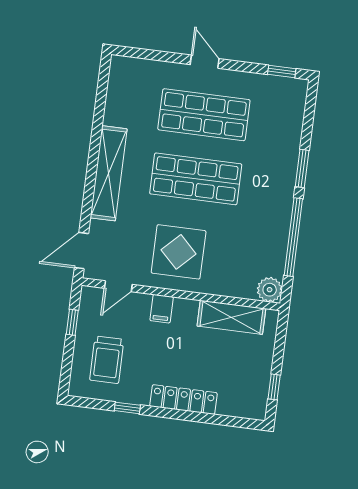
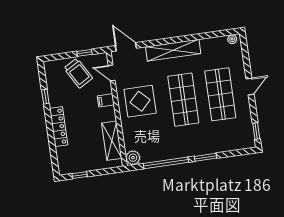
plant: (117, 70) -> (232, 39), added
trolley: (107, 360) -> (78, 73), moved, turned -120

